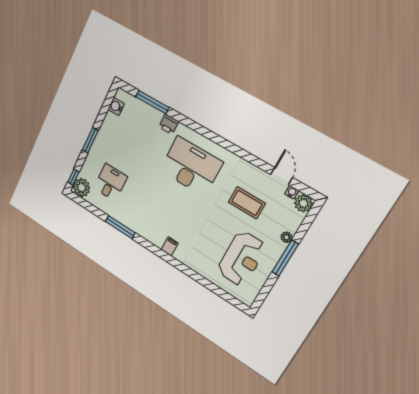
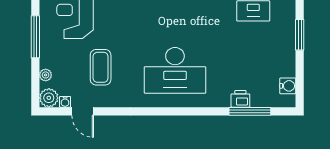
printer: (169, 124) -> (240, 99), moved
coffee table: (247, 203) -> (101, 67), turned 90
plant: (287, 237) -> (46, 75), moved

